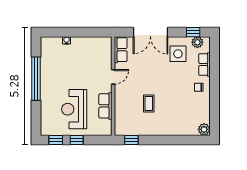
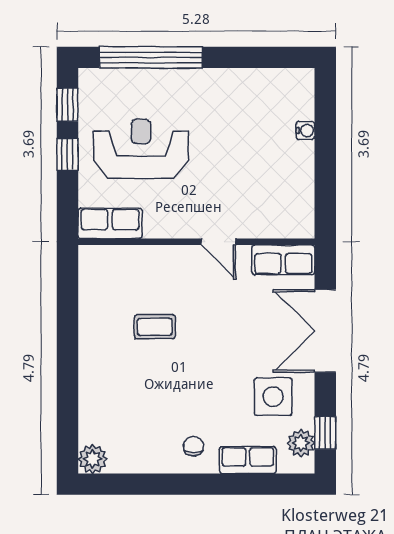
window: (36, 79) -> (151, 57), moved
row of seats: (105, 106) -> (110, 223), moved
window: (131, 140) -> (67, 286), removed

